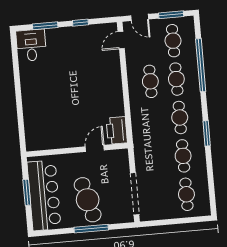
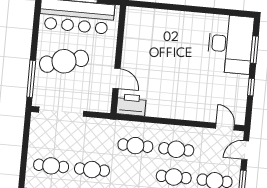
desk: (31, 45) -> (230, 44), width x1.87, depth x1.30
cafe table: (180, 117) -> (135, 146), moved
window: (91, 229) -> (31, 79), moved

